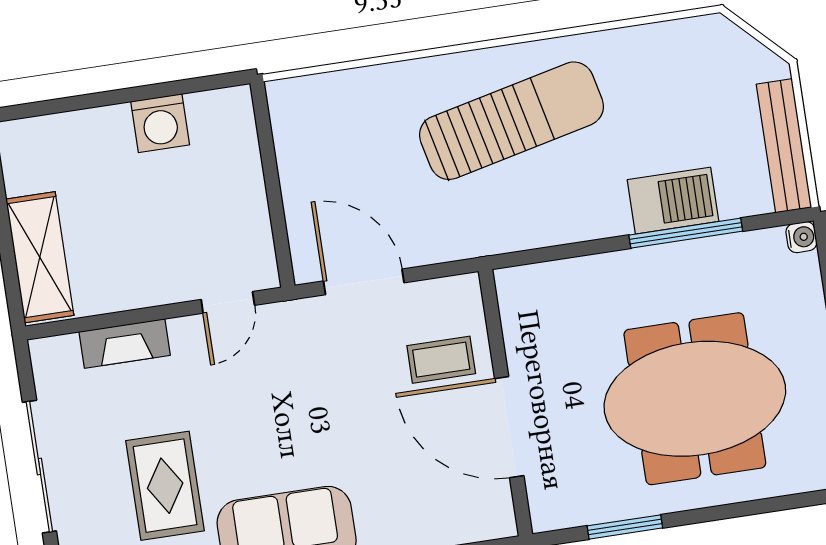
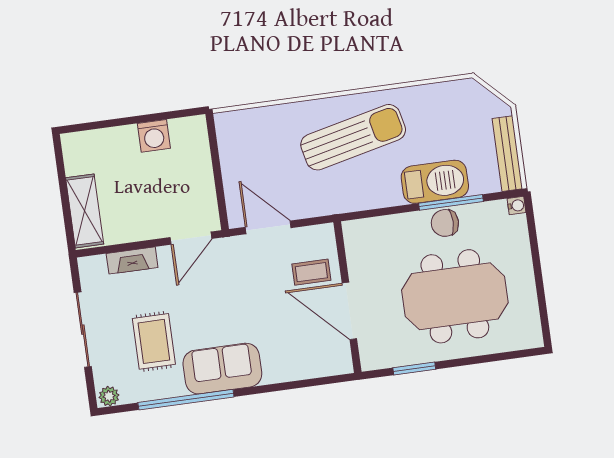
barbecue: (673, 201) -> (435, 182), width x1.37, depth x1.21
chair: (676, 270) -> (445, 223), added
door: (228, 302) -> (191, 238), width x1.38

